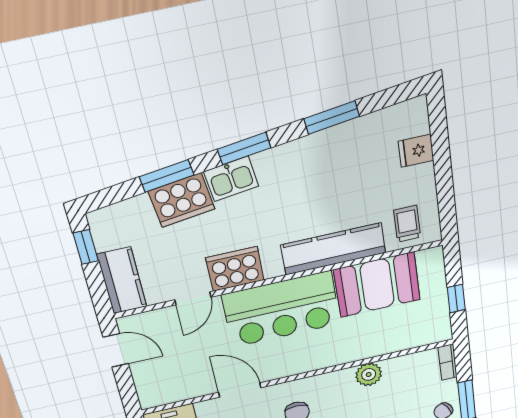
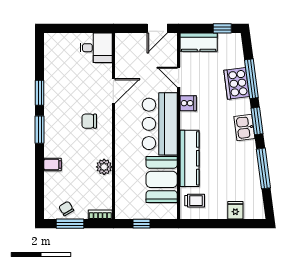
window: (332, 118) -> (263, 168), width x1.44
window: (167, 176) -> (251, 79), width x1.44
kitchen sink: (231, 179) -> (244, 127), moved
cooker: (235, 269) -> (188, 103), width x0.53, depth x0.76

